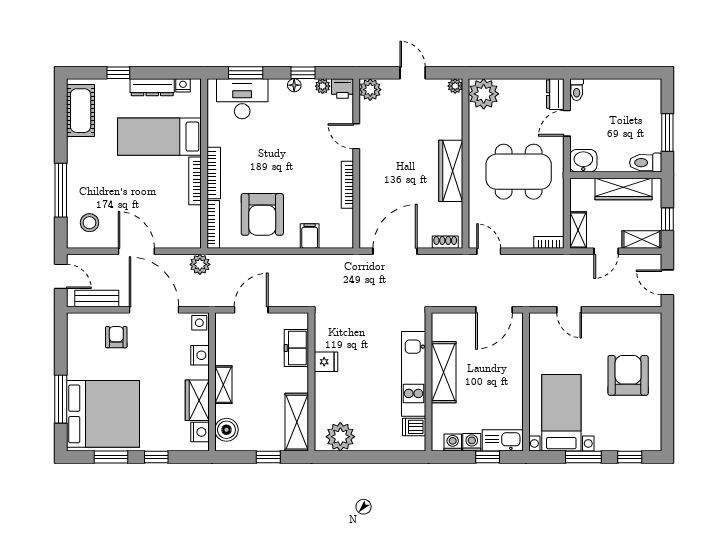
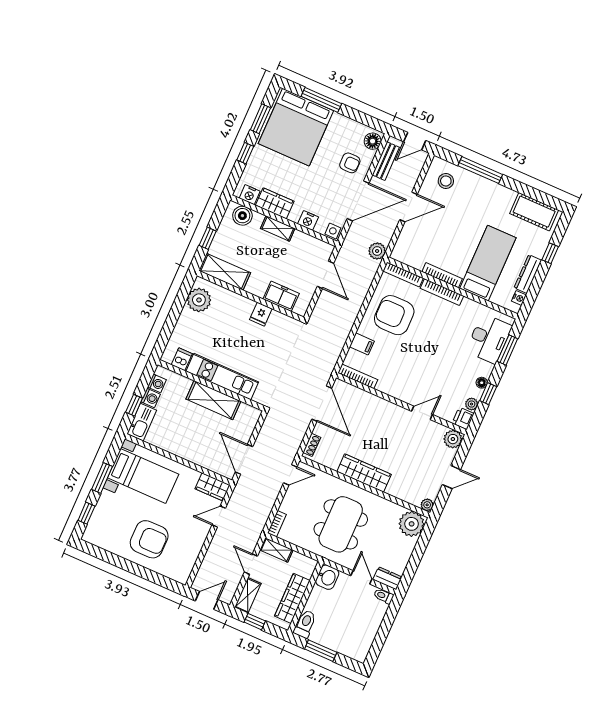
bookcase: (347, 185) -> (358, 376), moved
floor lamp: (81, 323) -> (373, 141), added
wardrobe: (540, 331) -> (213, 487), added

